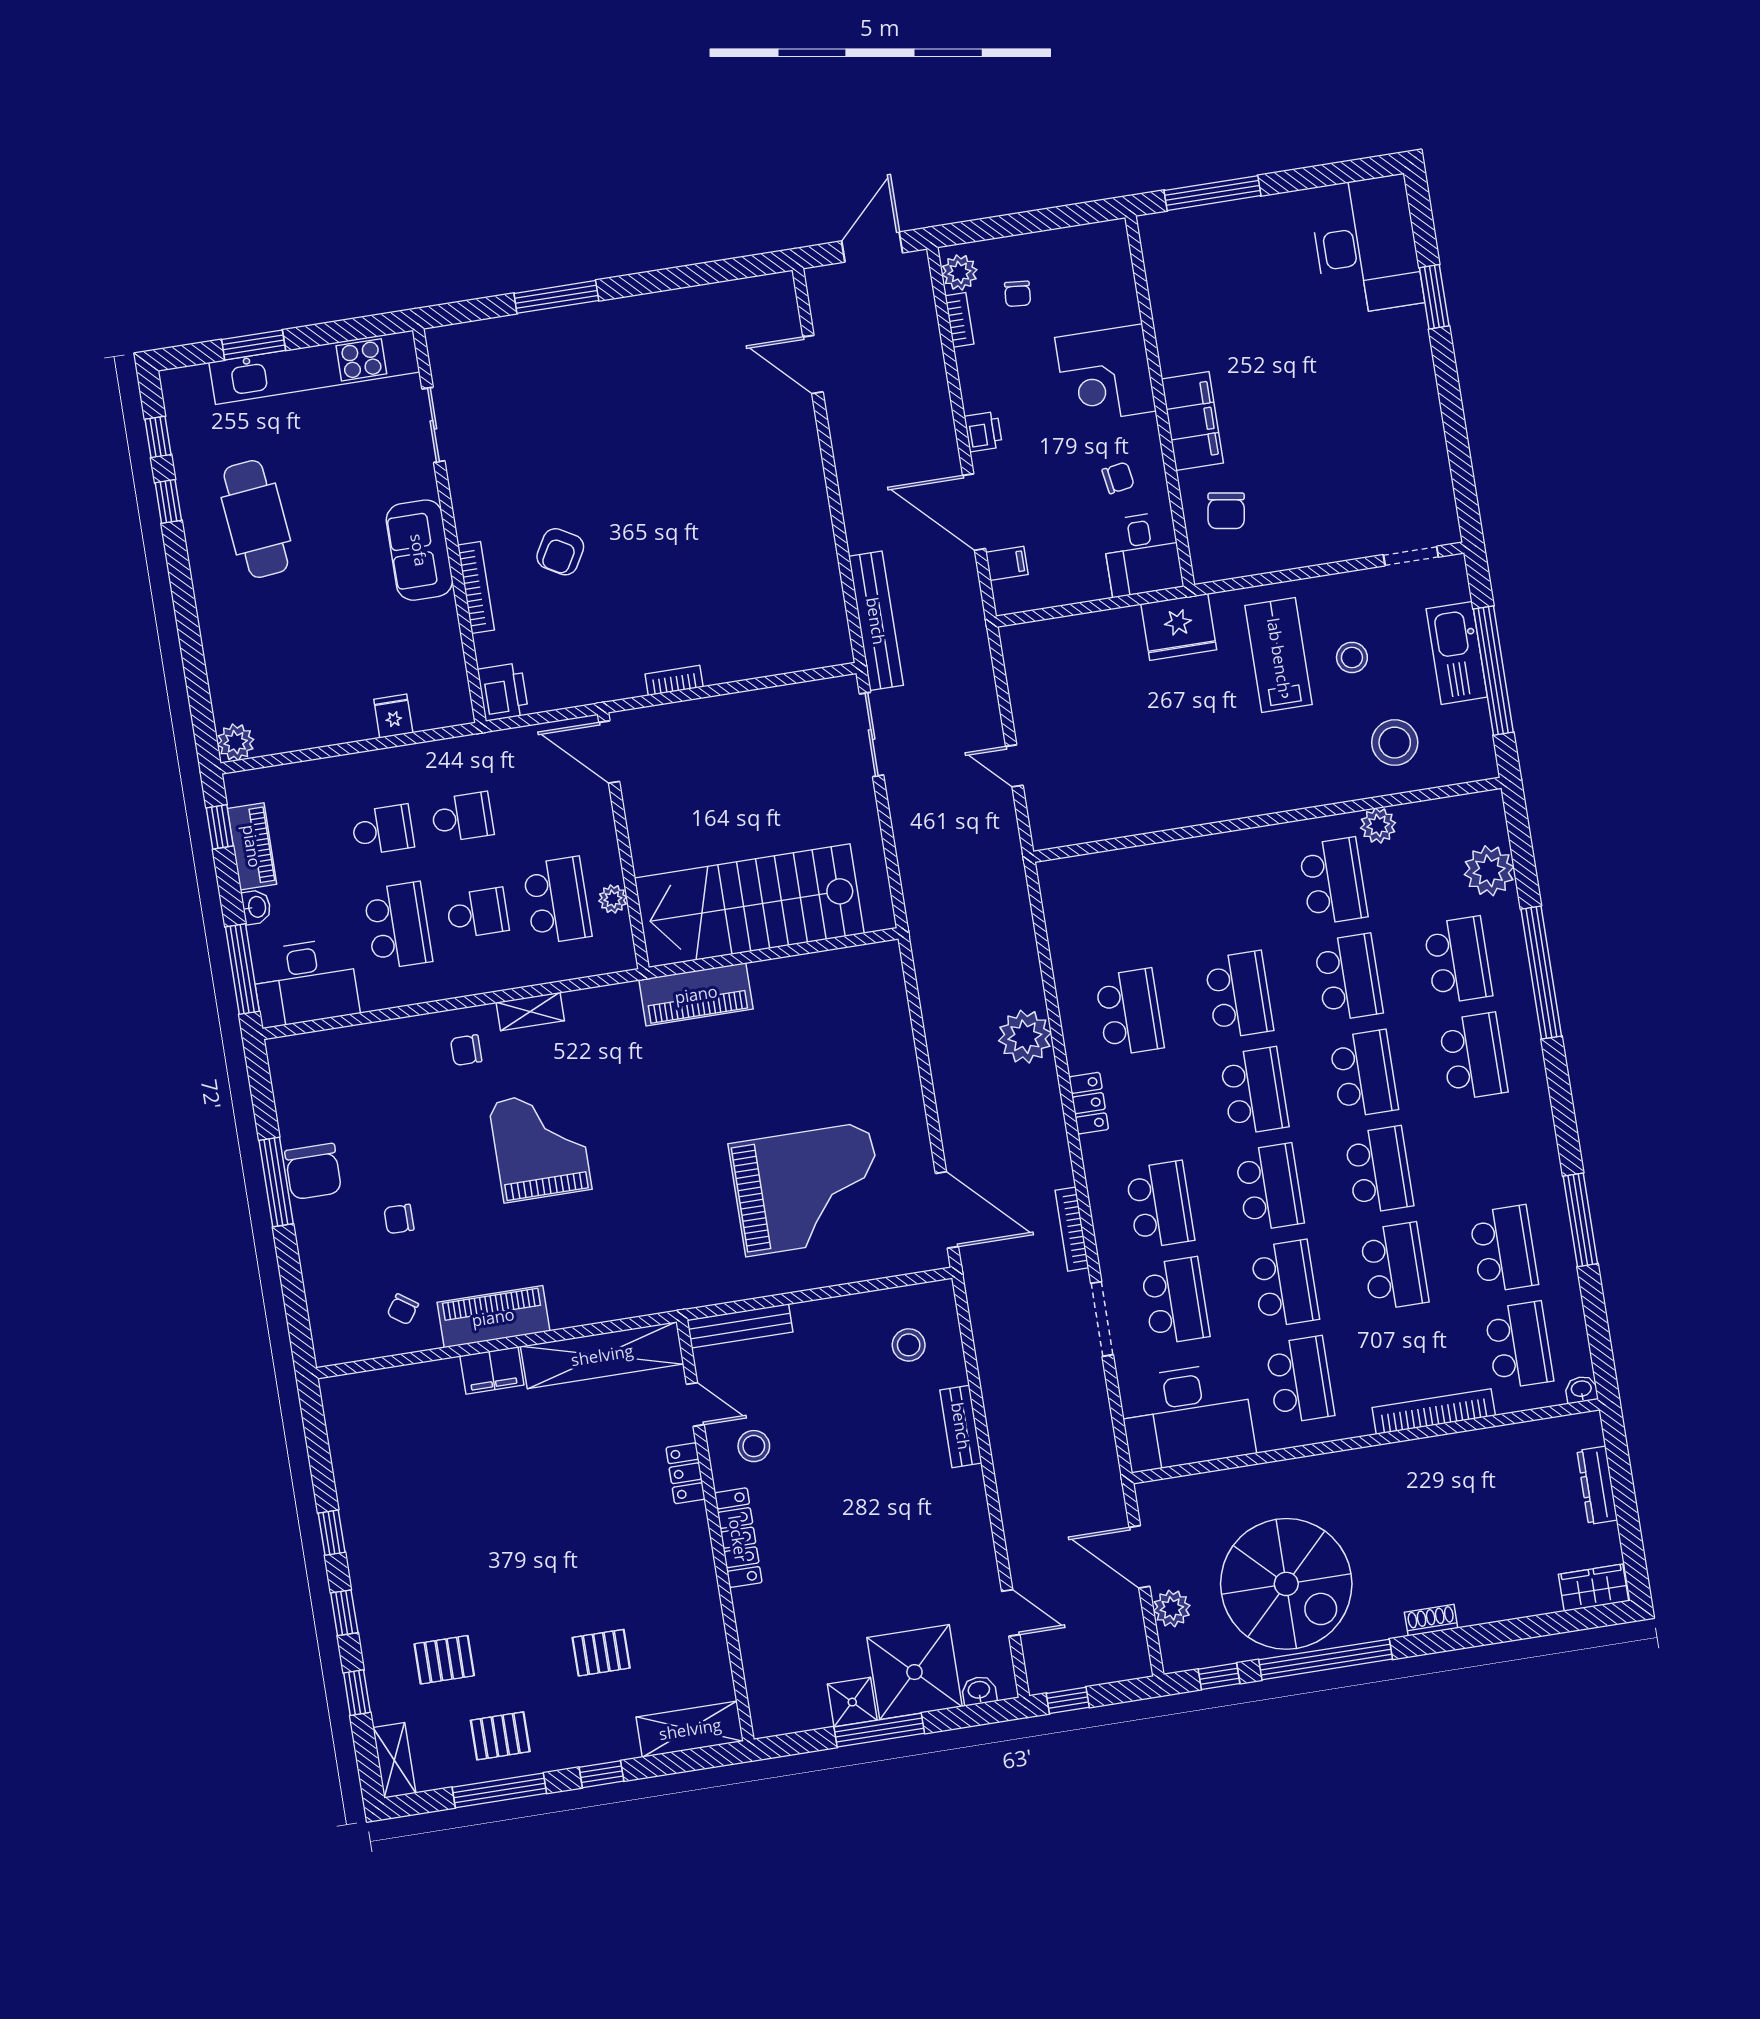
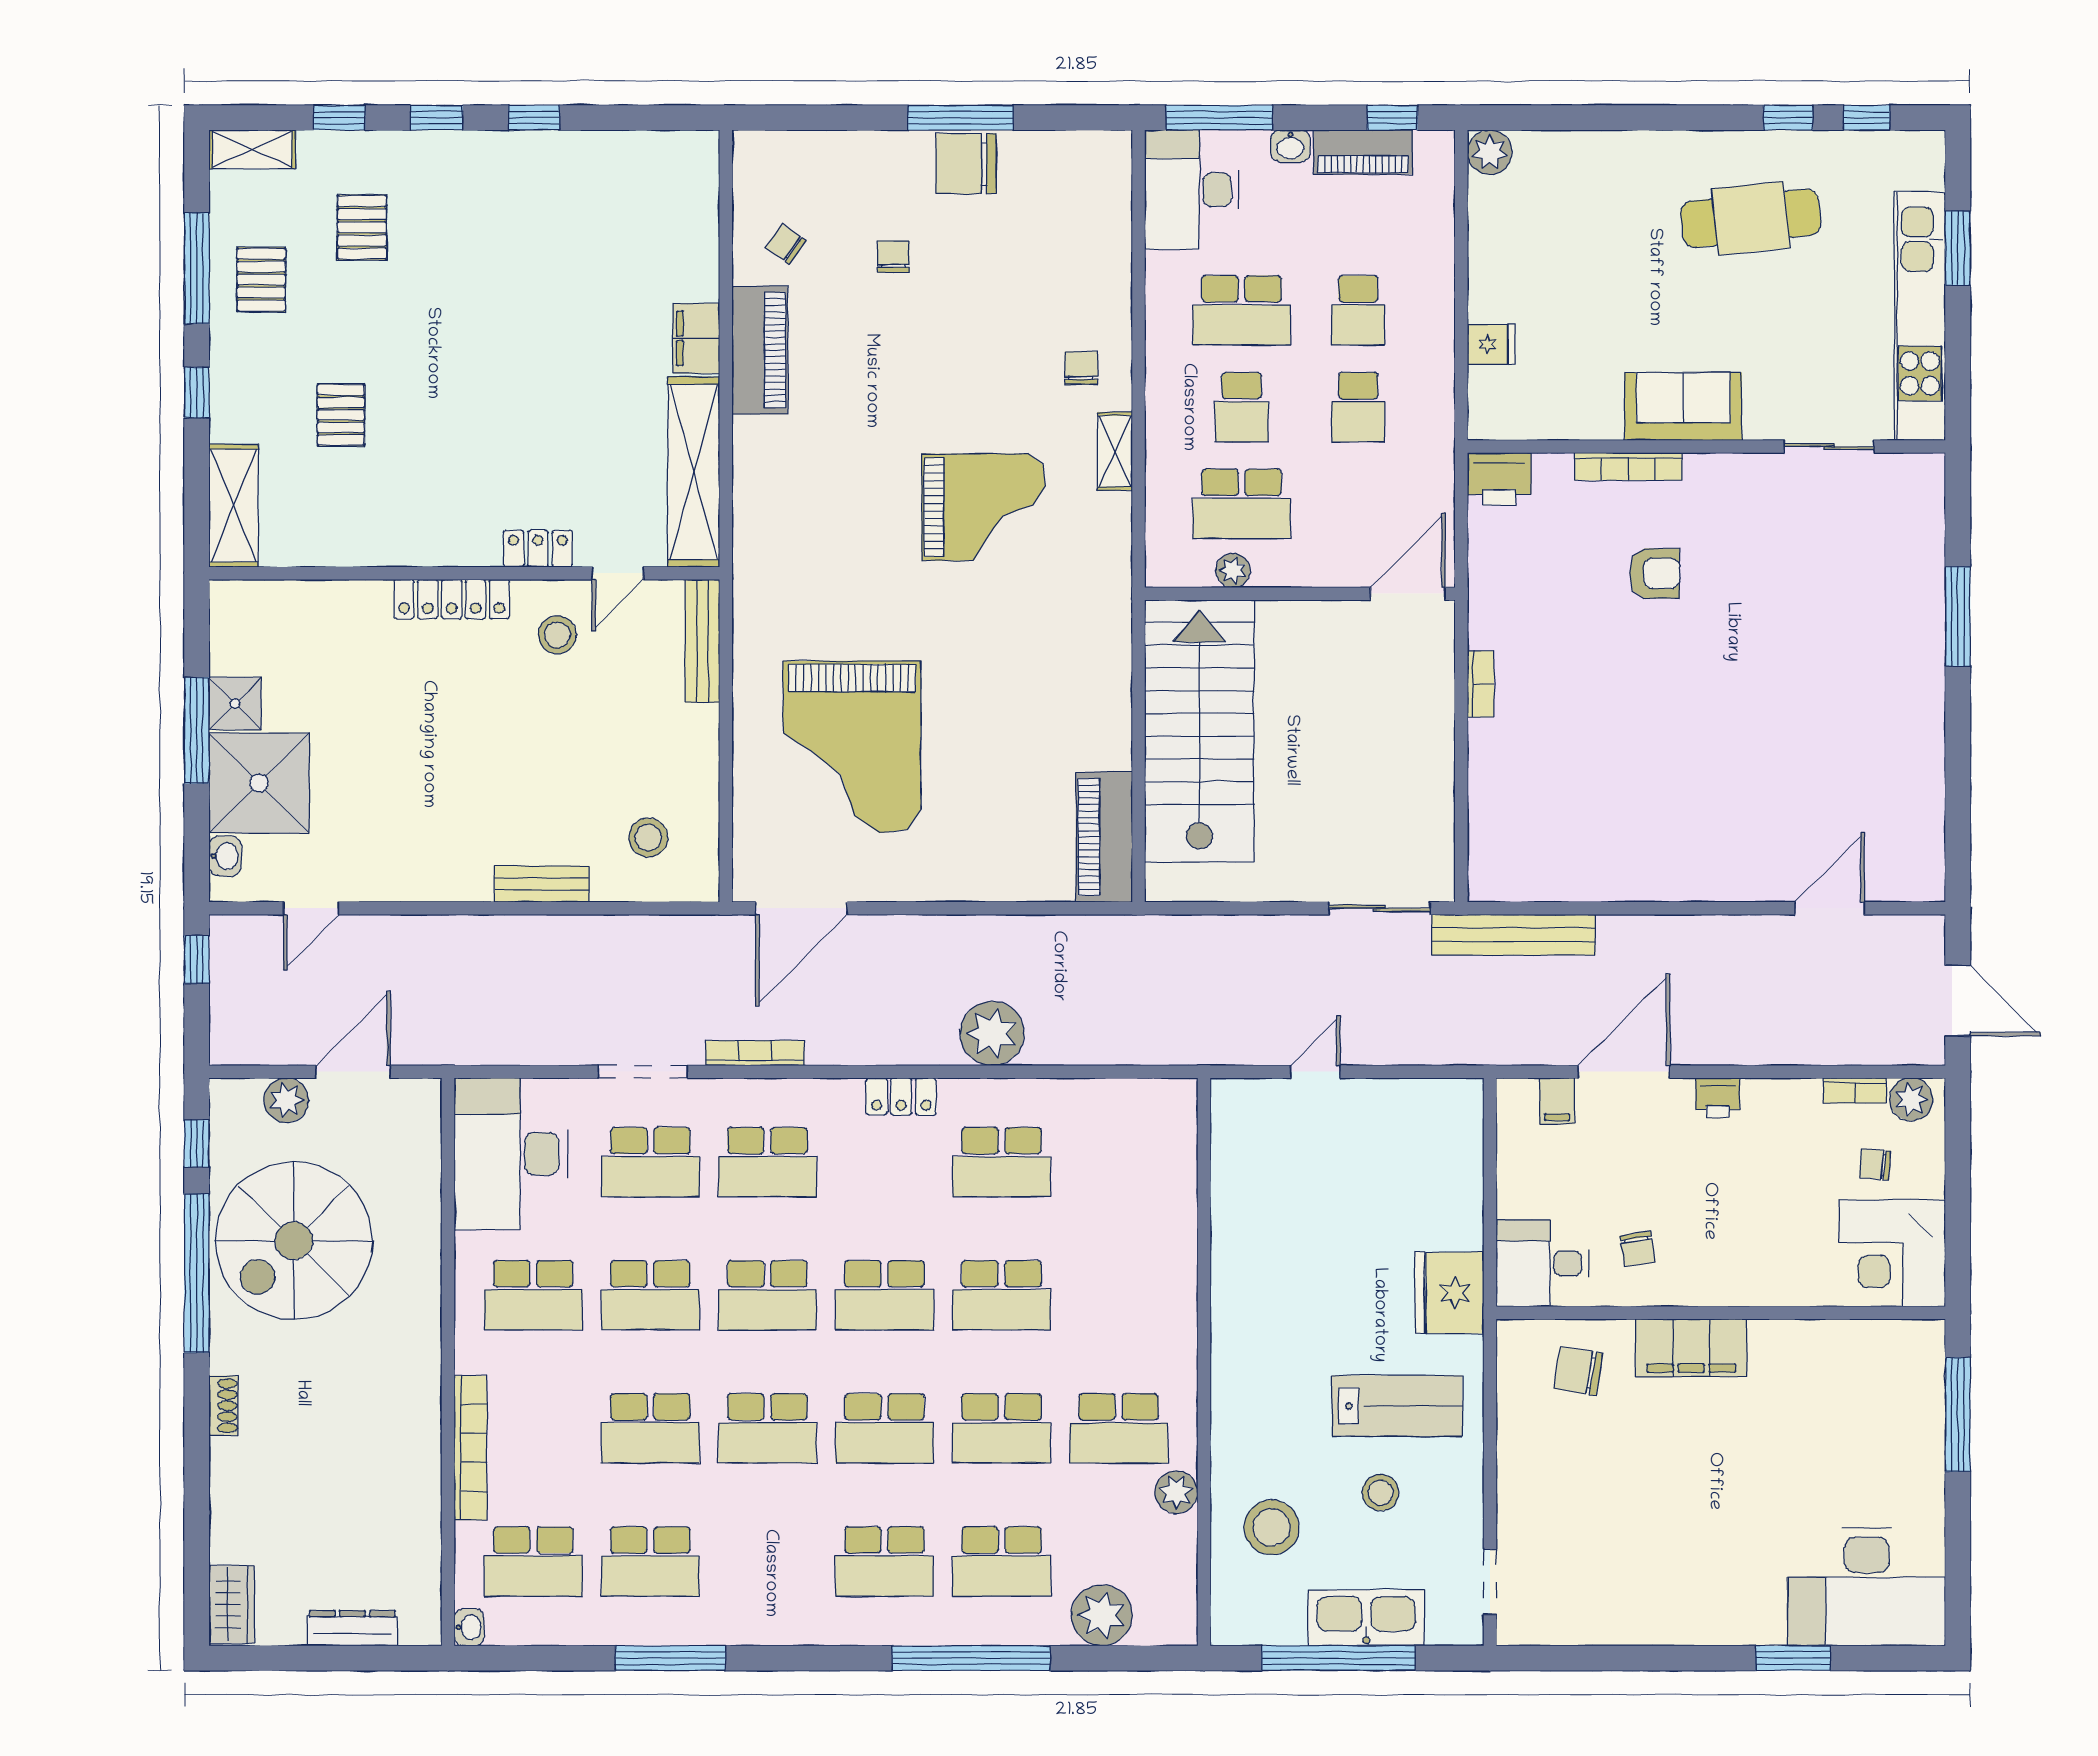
corner desk: (1105, 374) -> (1892, 1253), moved, turned -90
armchair: (560, 552) -> (1655, 573), turned 150
piano: (696, 994) -> (1104, 837), moved
grand piano: (540, 1146) -> (983, 507), moved

